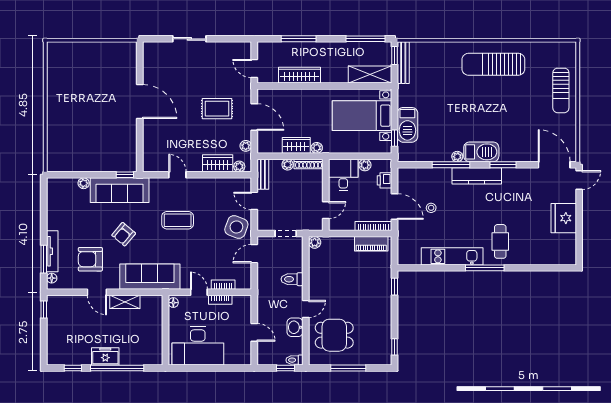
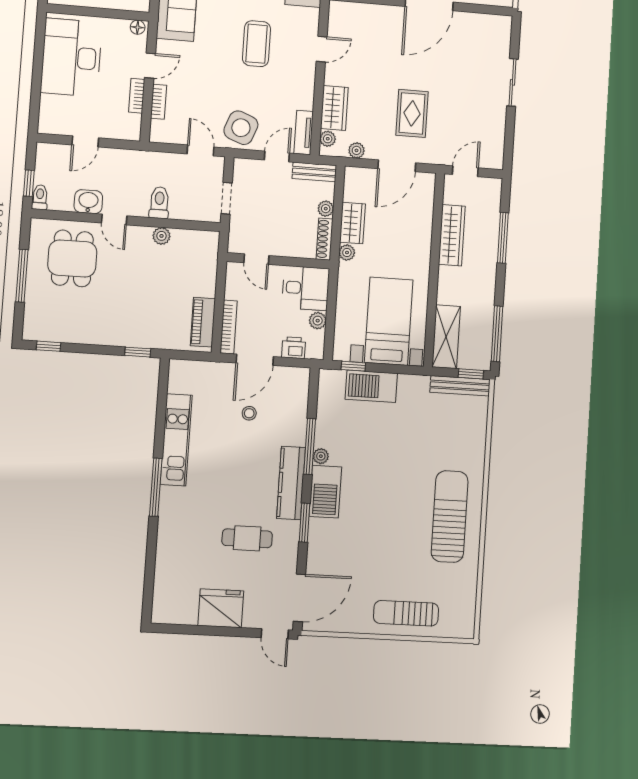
tv unit: (236, 183) -> (304, 133), added
cafe table: (500, 241) -> (247, 538), moved
plant: (315, 242) -> (161, 236), moved

